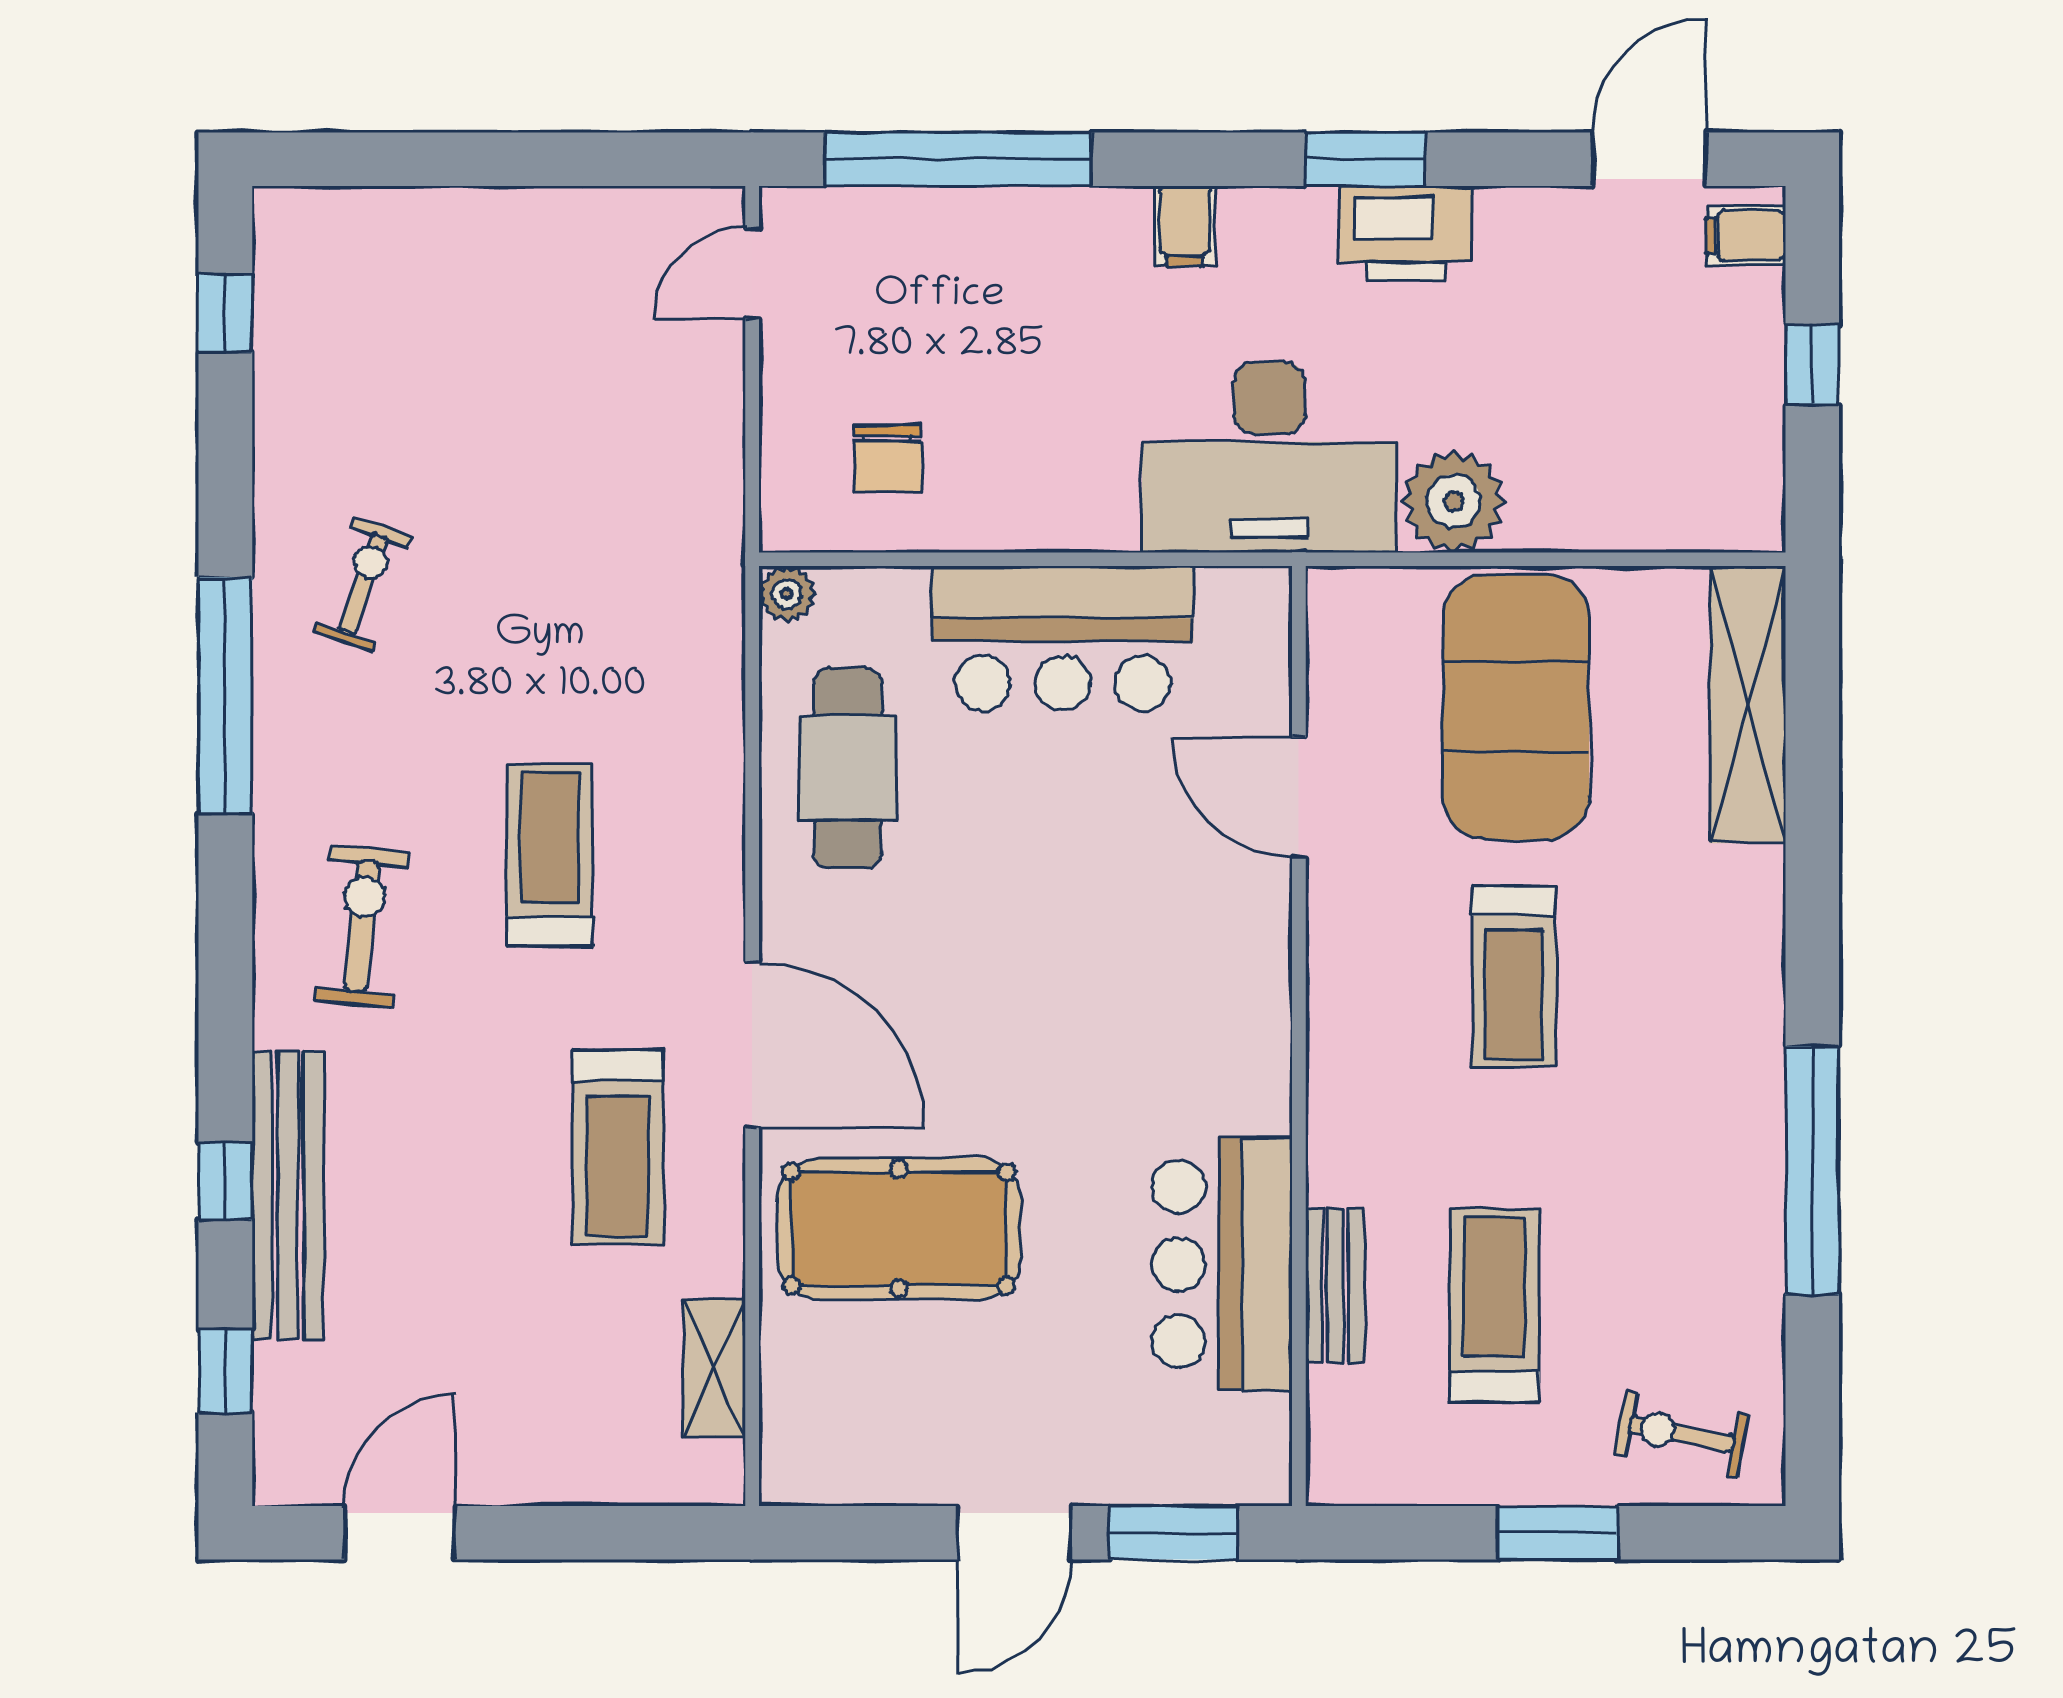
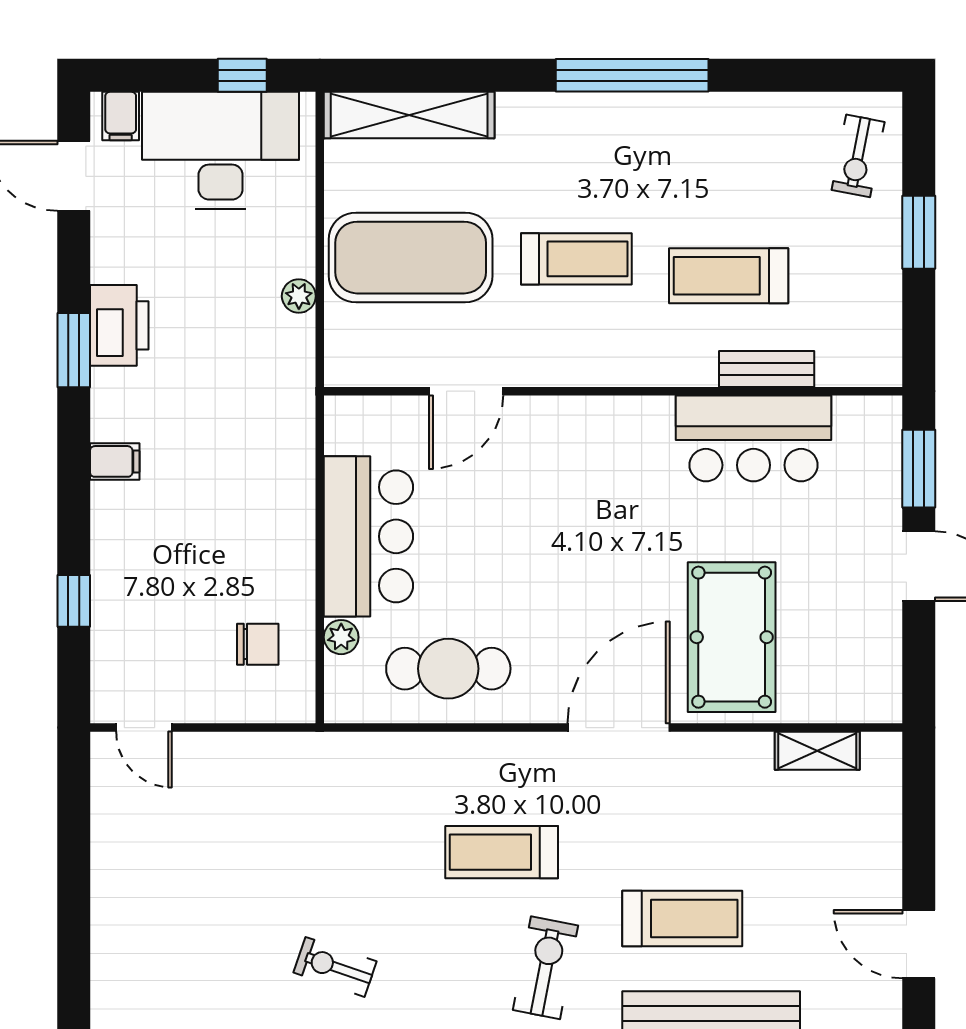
window: (958, 159) -> (74, 601), width x0.32
window: (1812, 365) -> (242, 75), moved
desk: (1269, 457) -> (221, 150), moved, turned -90
plant: (1454, 501) -> (299, 296), width x0.53, depth x0.53
plant: (787, 594) -> (341, 637), moved
exercise bike: (362, 926) -> (546, 968), turned 95
treadmill: (618, 1147) -> (682, 919), moved
window: (1812, 1170) -> (632, 75), moved
treadmill: (1494, 1306) -> (729, 276), moved

